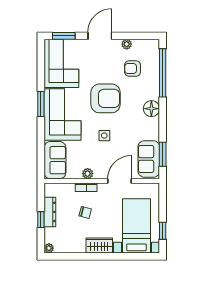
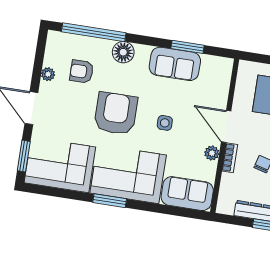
armchair: (133, 69) -> (82, 71), turned 90
floor lamp: (151, 109) -> (123, 52), moved
window: (163, 154) -> (187, 47), moved
sofa: (149, 159) -> (175, 64), moved
door: (119, 181) -> (226, 126), moved

